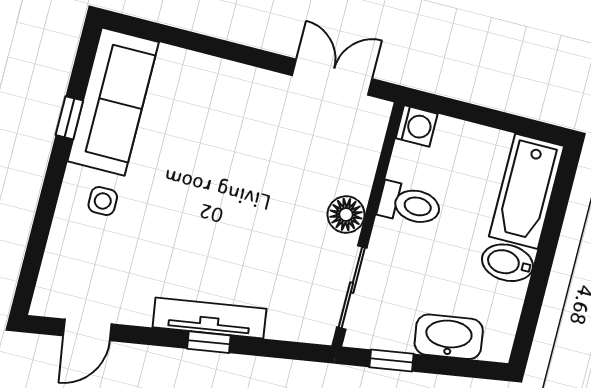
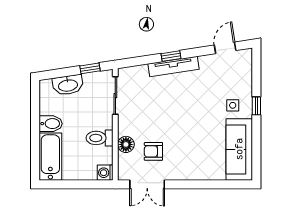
window: (69, 118) -> (256, 106), moved
armchair: (300, 145) -> (153, 151), added
floor lamp: (346, 215) -> (126, 144), moved

